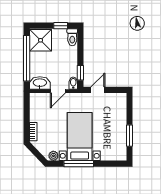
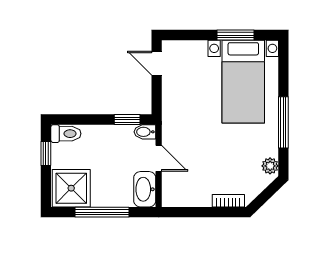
window: (27, 58) -> (102, 212), width x0.68
door: (98, 90) -> (157, 63), moved
bed with nightstands: (80, 136) -> (243, 82), moved, turned -90

